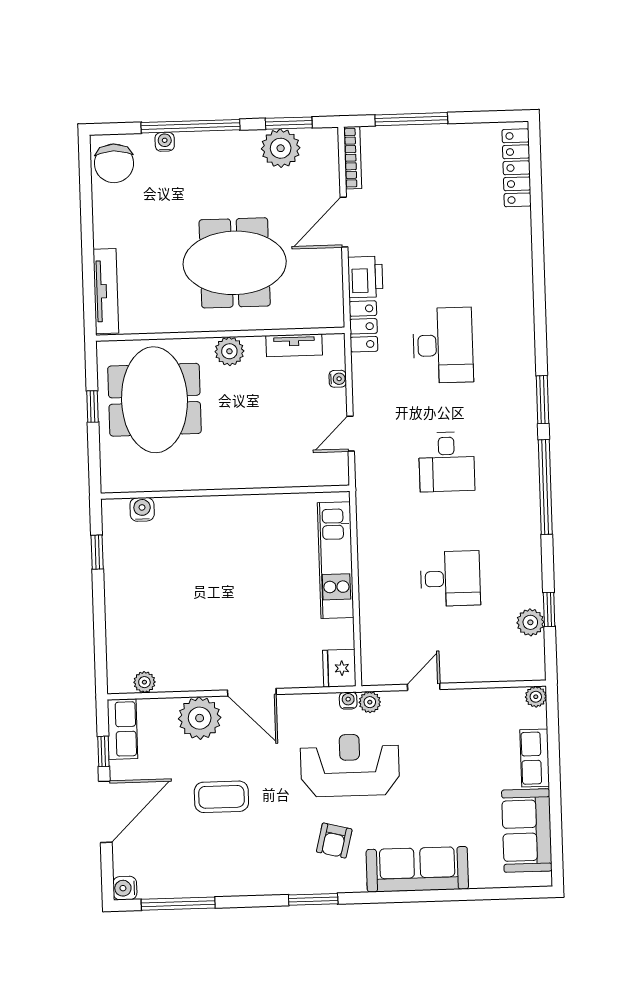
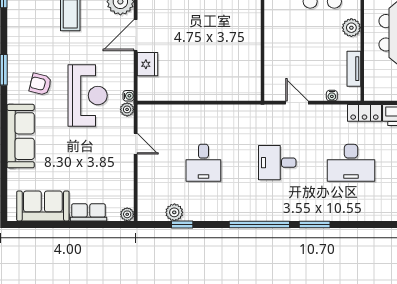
kitchen unit: (336, 560) -> (217, 91), removed
fridge: (339, 668) -> (147, 64), moved, turned 90

